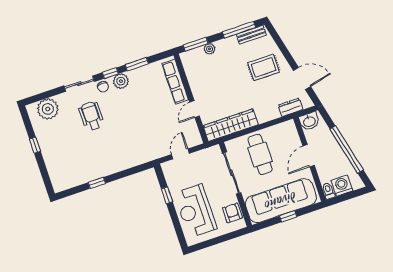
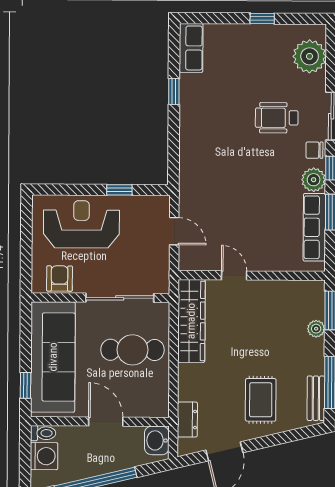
row of seats: (175, 82) -> (314, 227), moved, turned -90
wheelchair: (91, 116) -> (277, 118), turned 180
row of seats: (67, 182) -> (191, 48), added
armchair: (232, 213) -> (60, 279), turned -90
window: (288, 216) -> (26, 385), moved

